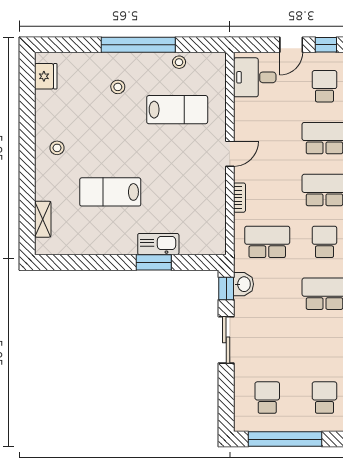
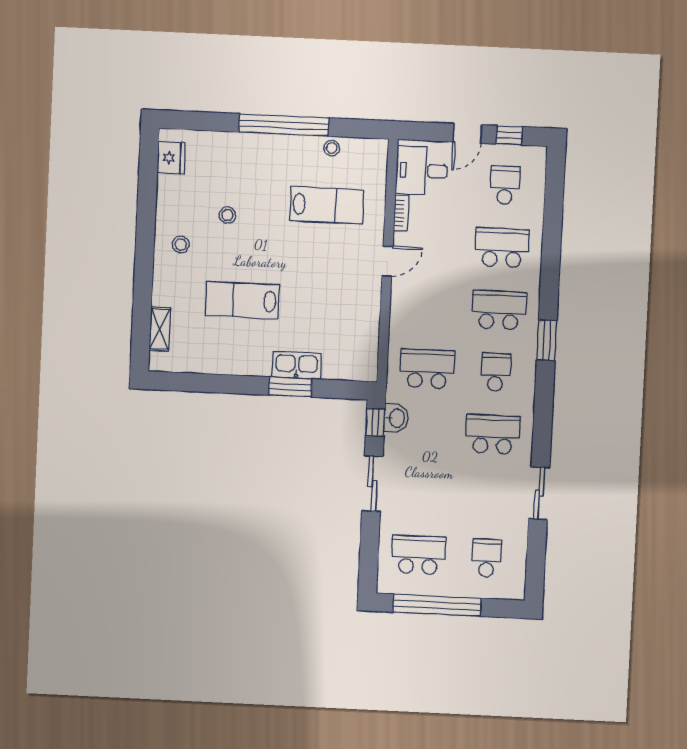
stool: (118, 87) -> (227, 215), moved
bookcase: (239, 198) -> (401, 213), moved
school desk: (267, 398) -> (418, 555), width x1.85

